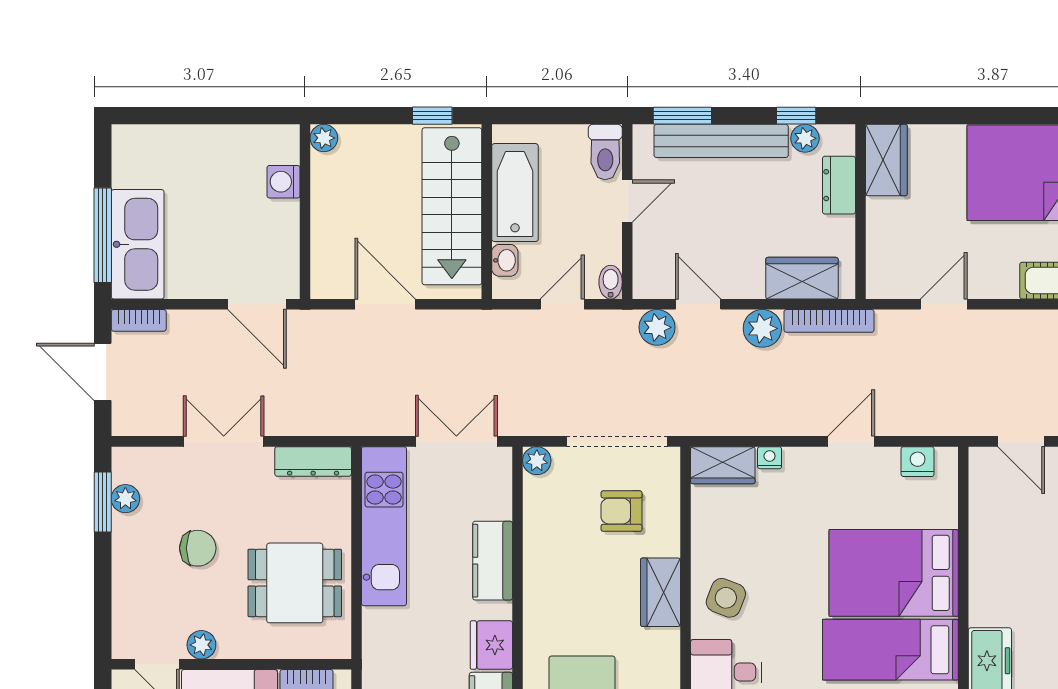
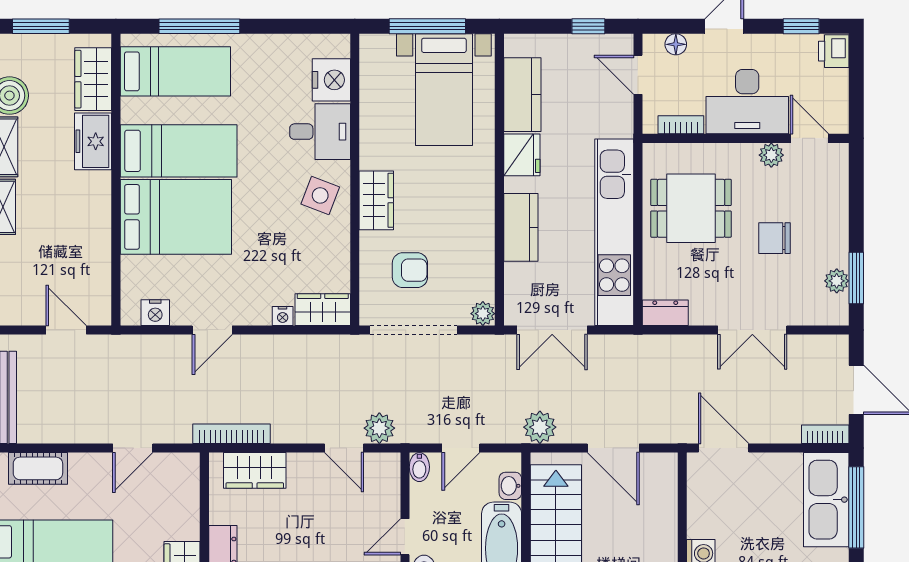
plant: (762, 328) -> (540, 427), moved
dresser: (313, 461) -> (665, 313), width x0.70
kitchen unit: (384, 526) -> (614, 232), width x1.36

